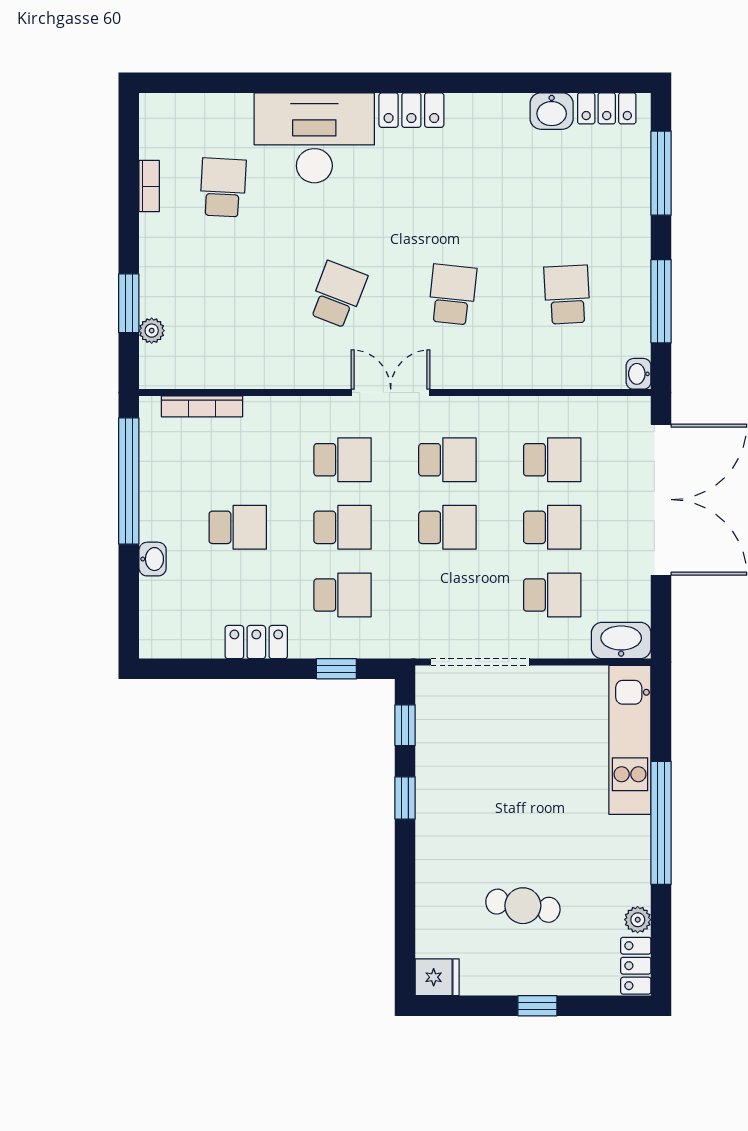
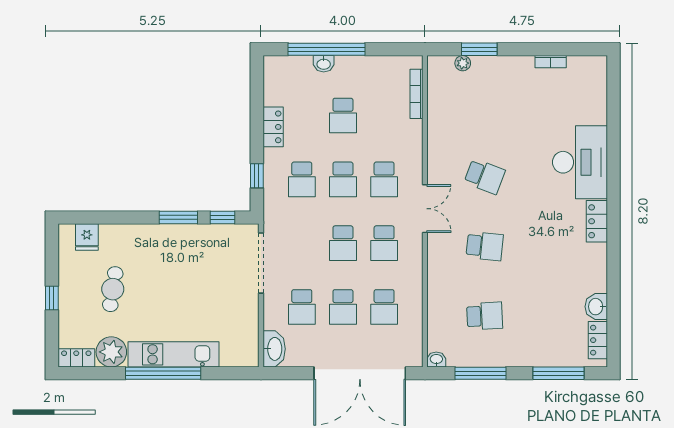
school desk: (223, 187) -> (550, 107), removed
window: (129, 481) -> (327, 49), moved
kitchen unit: (630, 740) -> (173, 354), moved
window: (405, 798) -> (178, 217), width x1.50
plant: (638, 920) -> (111, 352), width x1.88, depth x1.88
fridge: (437, 977) -> (87, 237), moved

